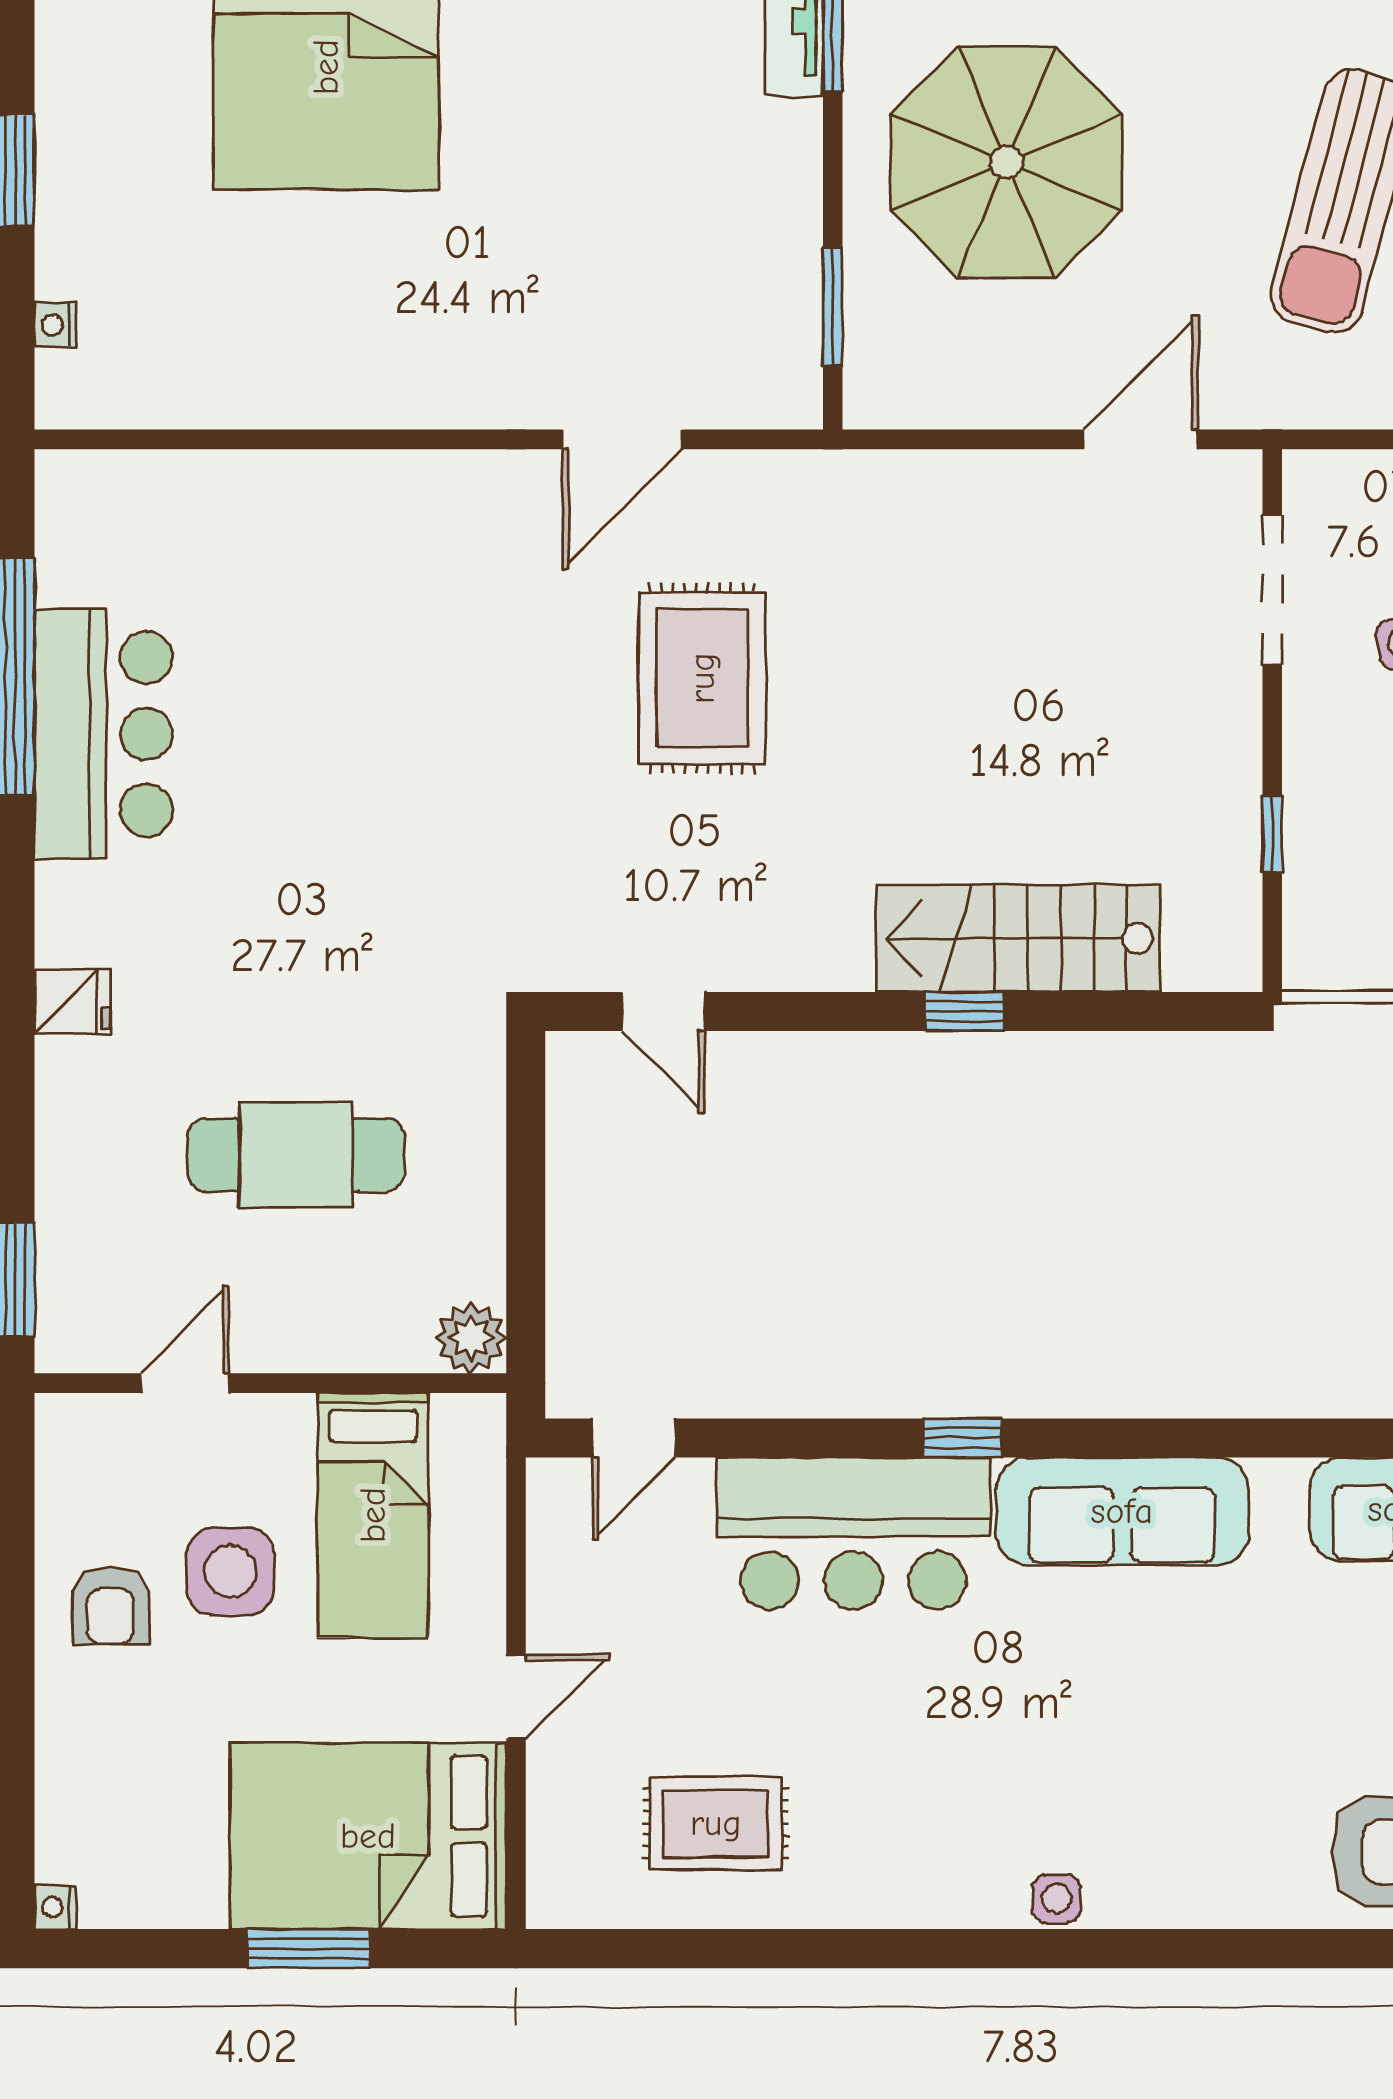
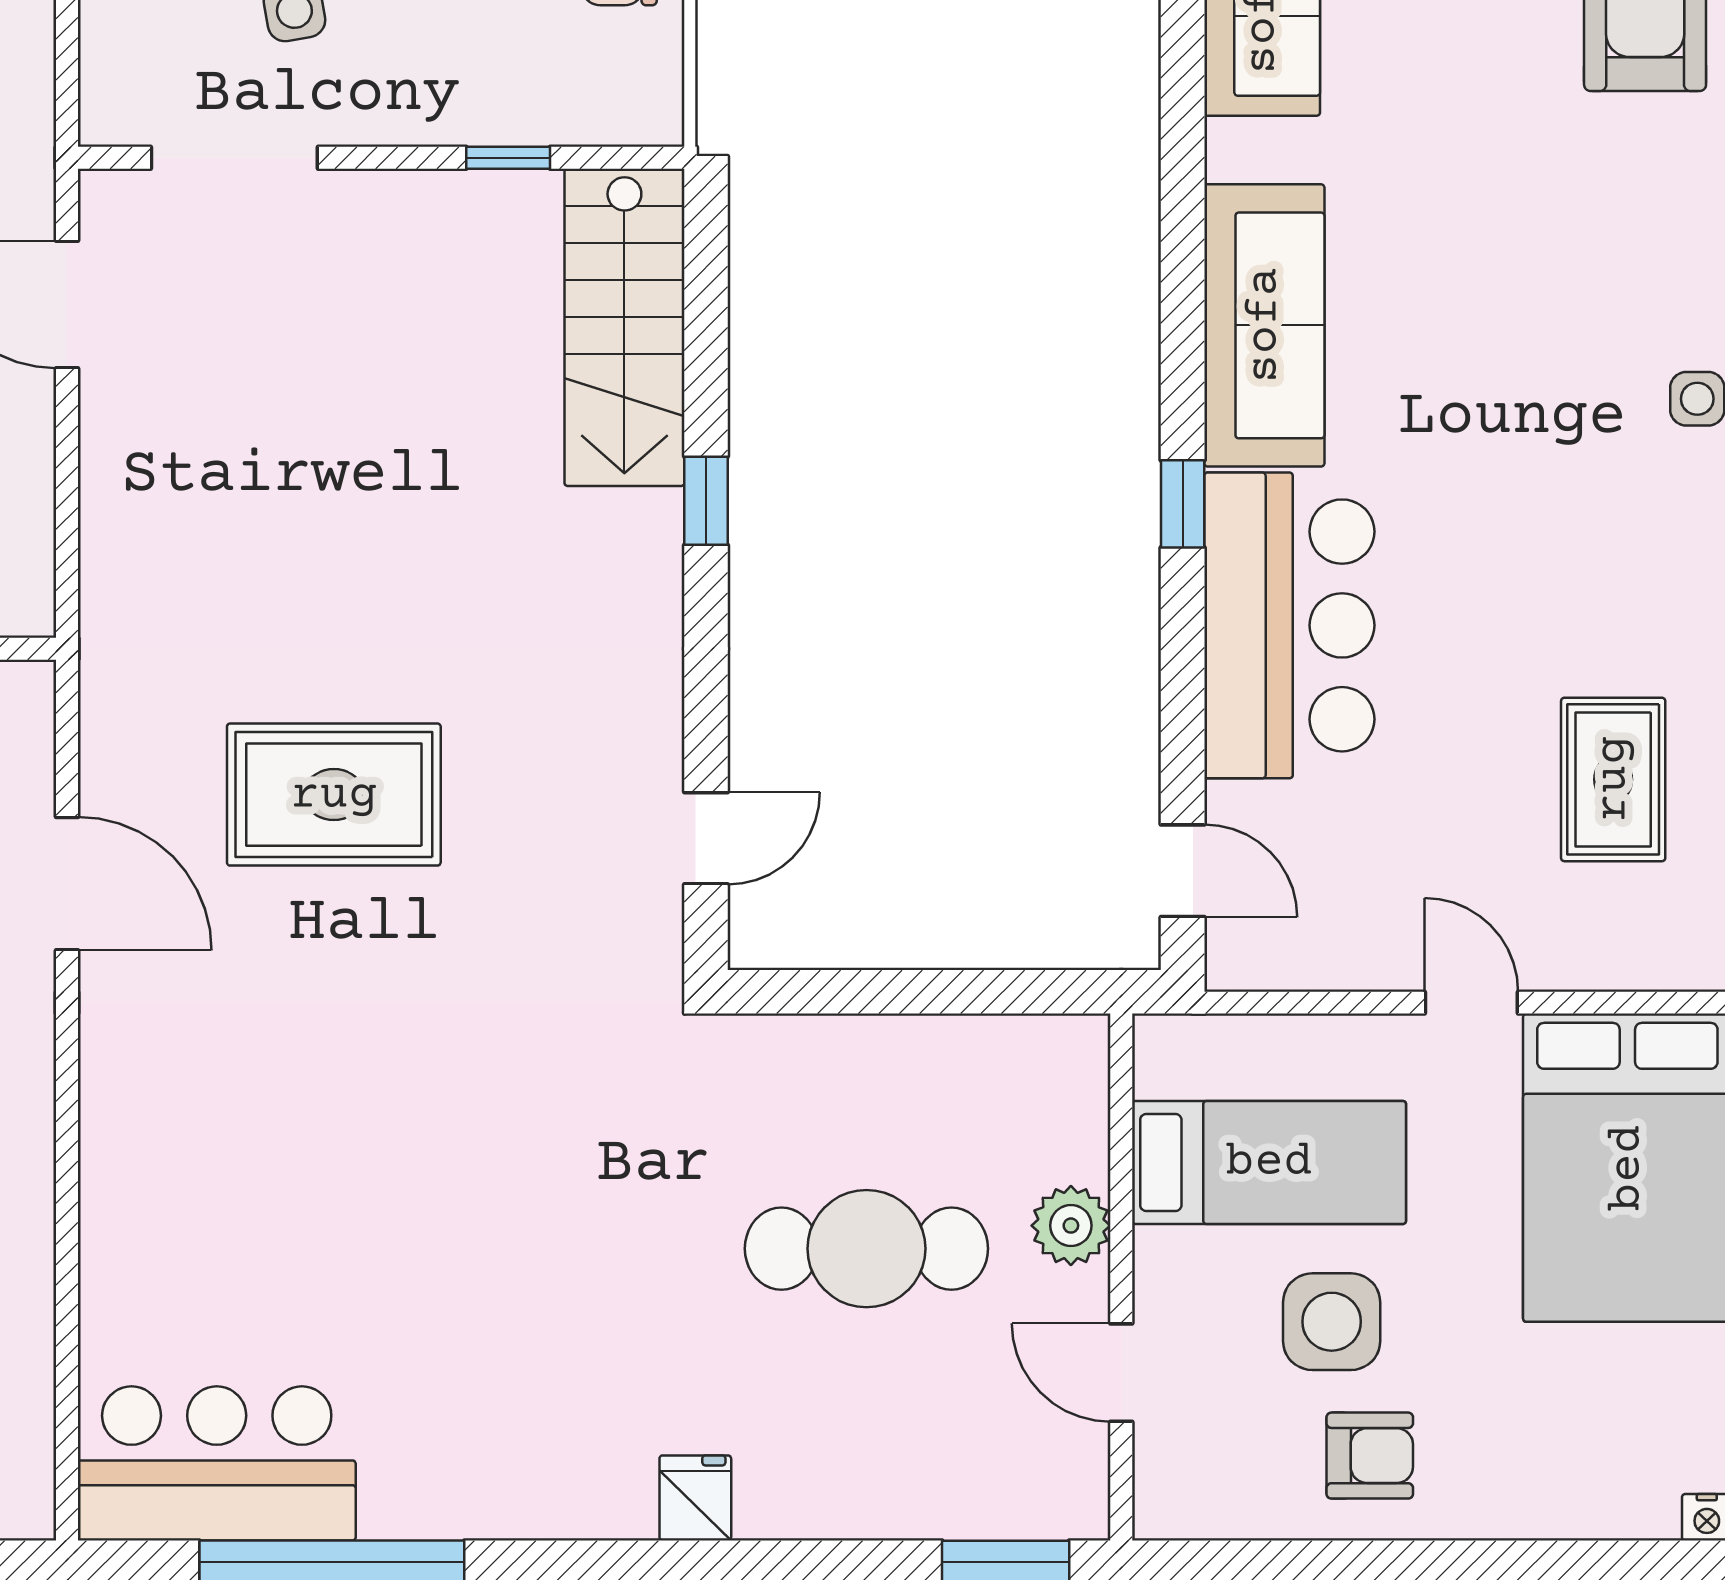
bar counter: (104, 734) -> (217, 1463), moved
stairs: (1018, 938) -> (624, 327), moved
cafe table: (296, 1155) -> (866, 1249), turned 90
plant: (471, 1338) -> (1071, 1226), moved

